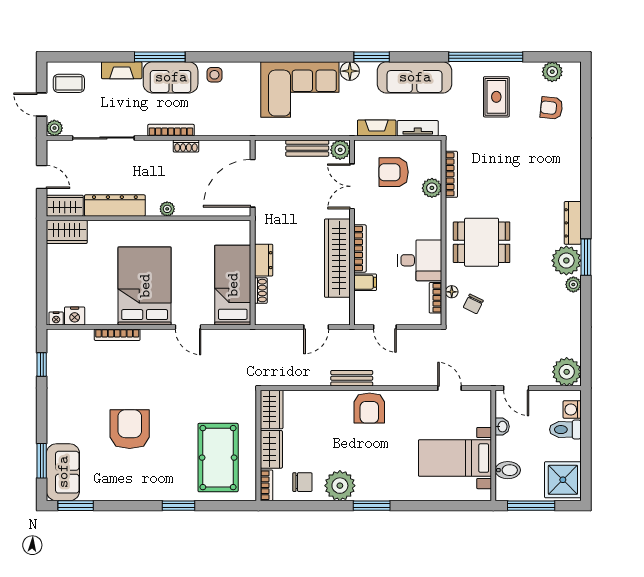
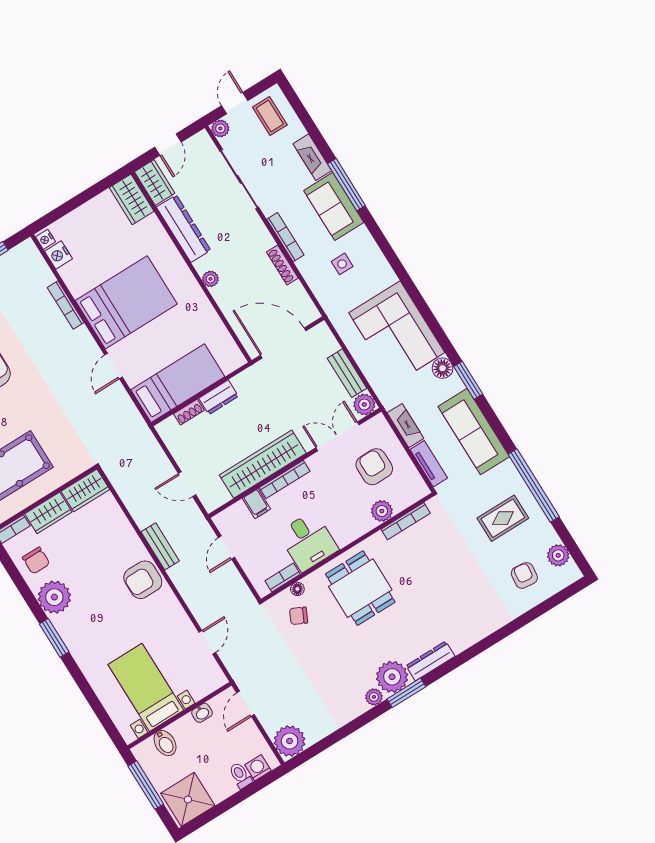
side table: (214, 75) -> (342, 264), moved
shoe rack: (186, 146) -> (282, 265), width x1.43
toilet: (565, 430) -> (240, 775), width x0.73, depth x0.72

